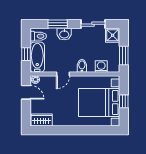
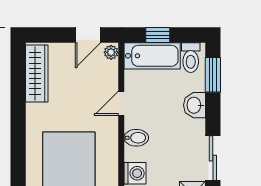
window: (58, 24) -> (213, 75), moved
door: (63, 74) -> (121, 103), hinge flipped
wardrobe: (42, 120) -> (37, 73), width x1.50

